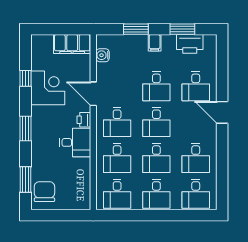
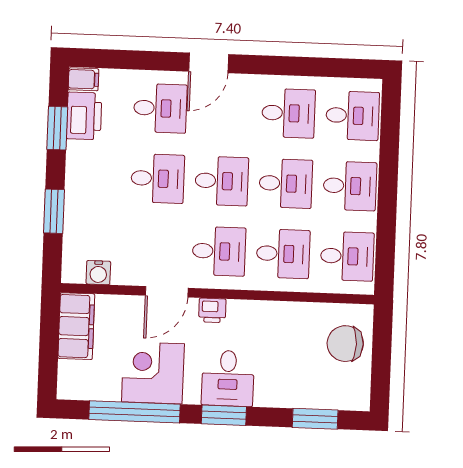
filing cabinet: (155, 43) -> (83, 79), moved
window: (26, 78) -> (135, 412), width x3.17
desk: (75, 142) -> (228, 378), moved, turned 180
chair: (44, 192) -> (345, 344), moved

